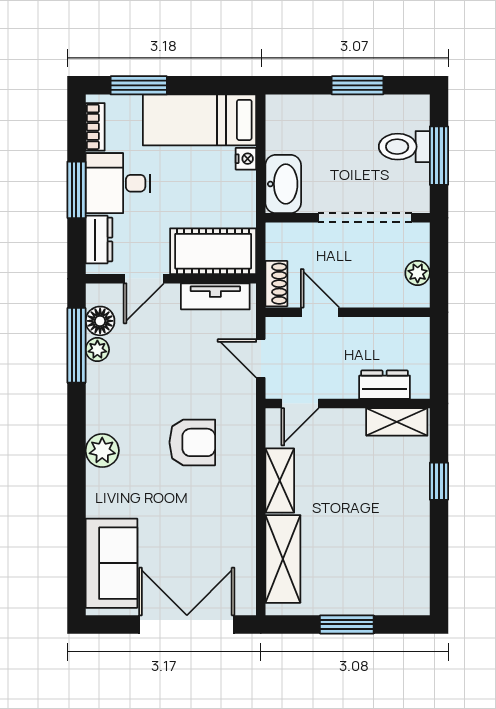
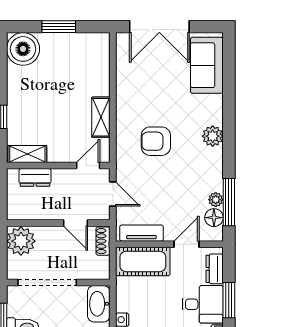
plant: (418, 273) -> (21, 241), width x1.87, depth x1.87
shelving: (283, 559) -> (99, 68), removed
boiler: (404, 589) -> (23, 49), added

